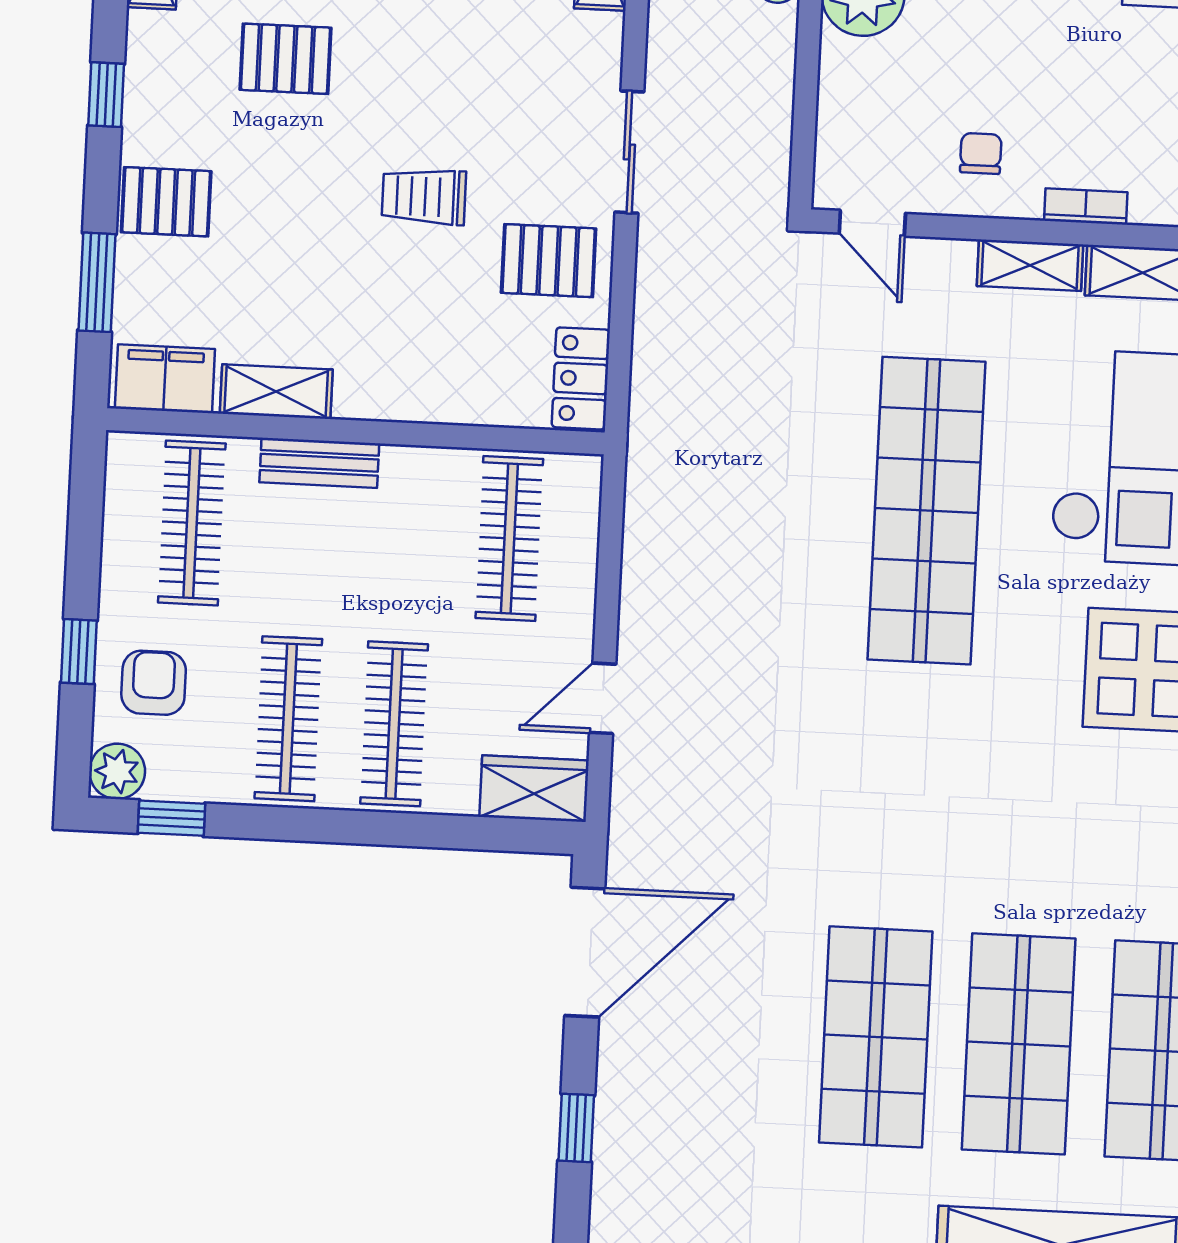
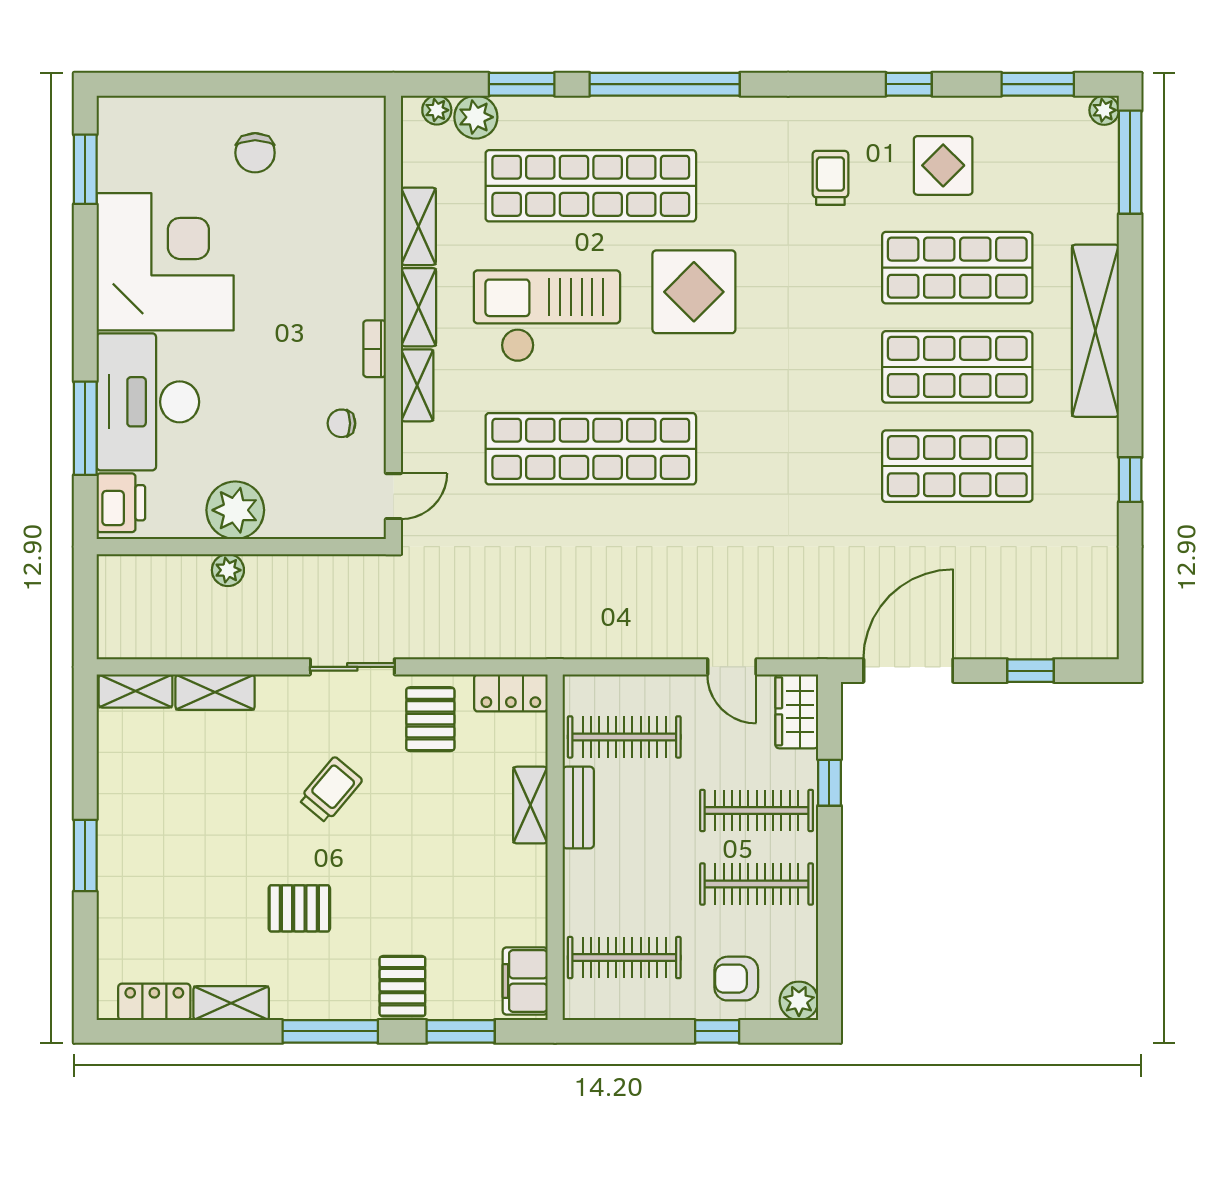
pallet: (285, 59) -> (299, 908), turned 90
window: (106, 95) -> (330, 1031), width x2.17
trolley: (424, 197) -> (331, 790), moved, turned -140
shelving: (276, 392) -> (530, 805), moved
bench: (319, 463) -> (578, 808), moved
window: (171, 818) -> (829, 783), moved
door: (585, 952) -> (908, 671), hinge flipped

